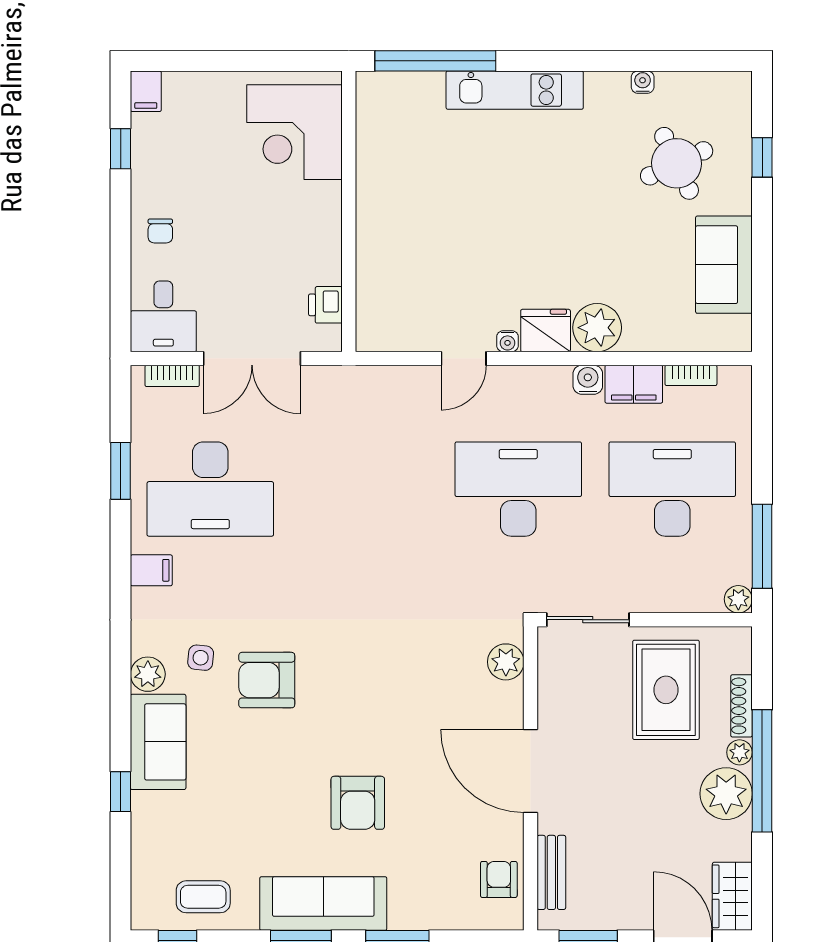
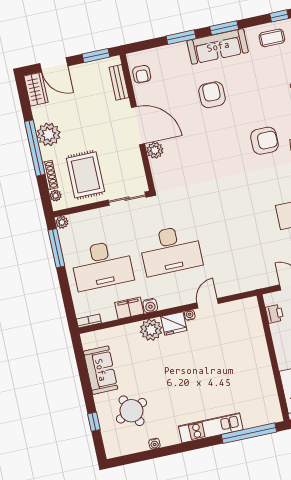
bookcase: (691, 375) -> (89, 321), moved
plant: (506, 662) -> (155, 150), moved
plant: (739, 752) -> (56, 196), moved

